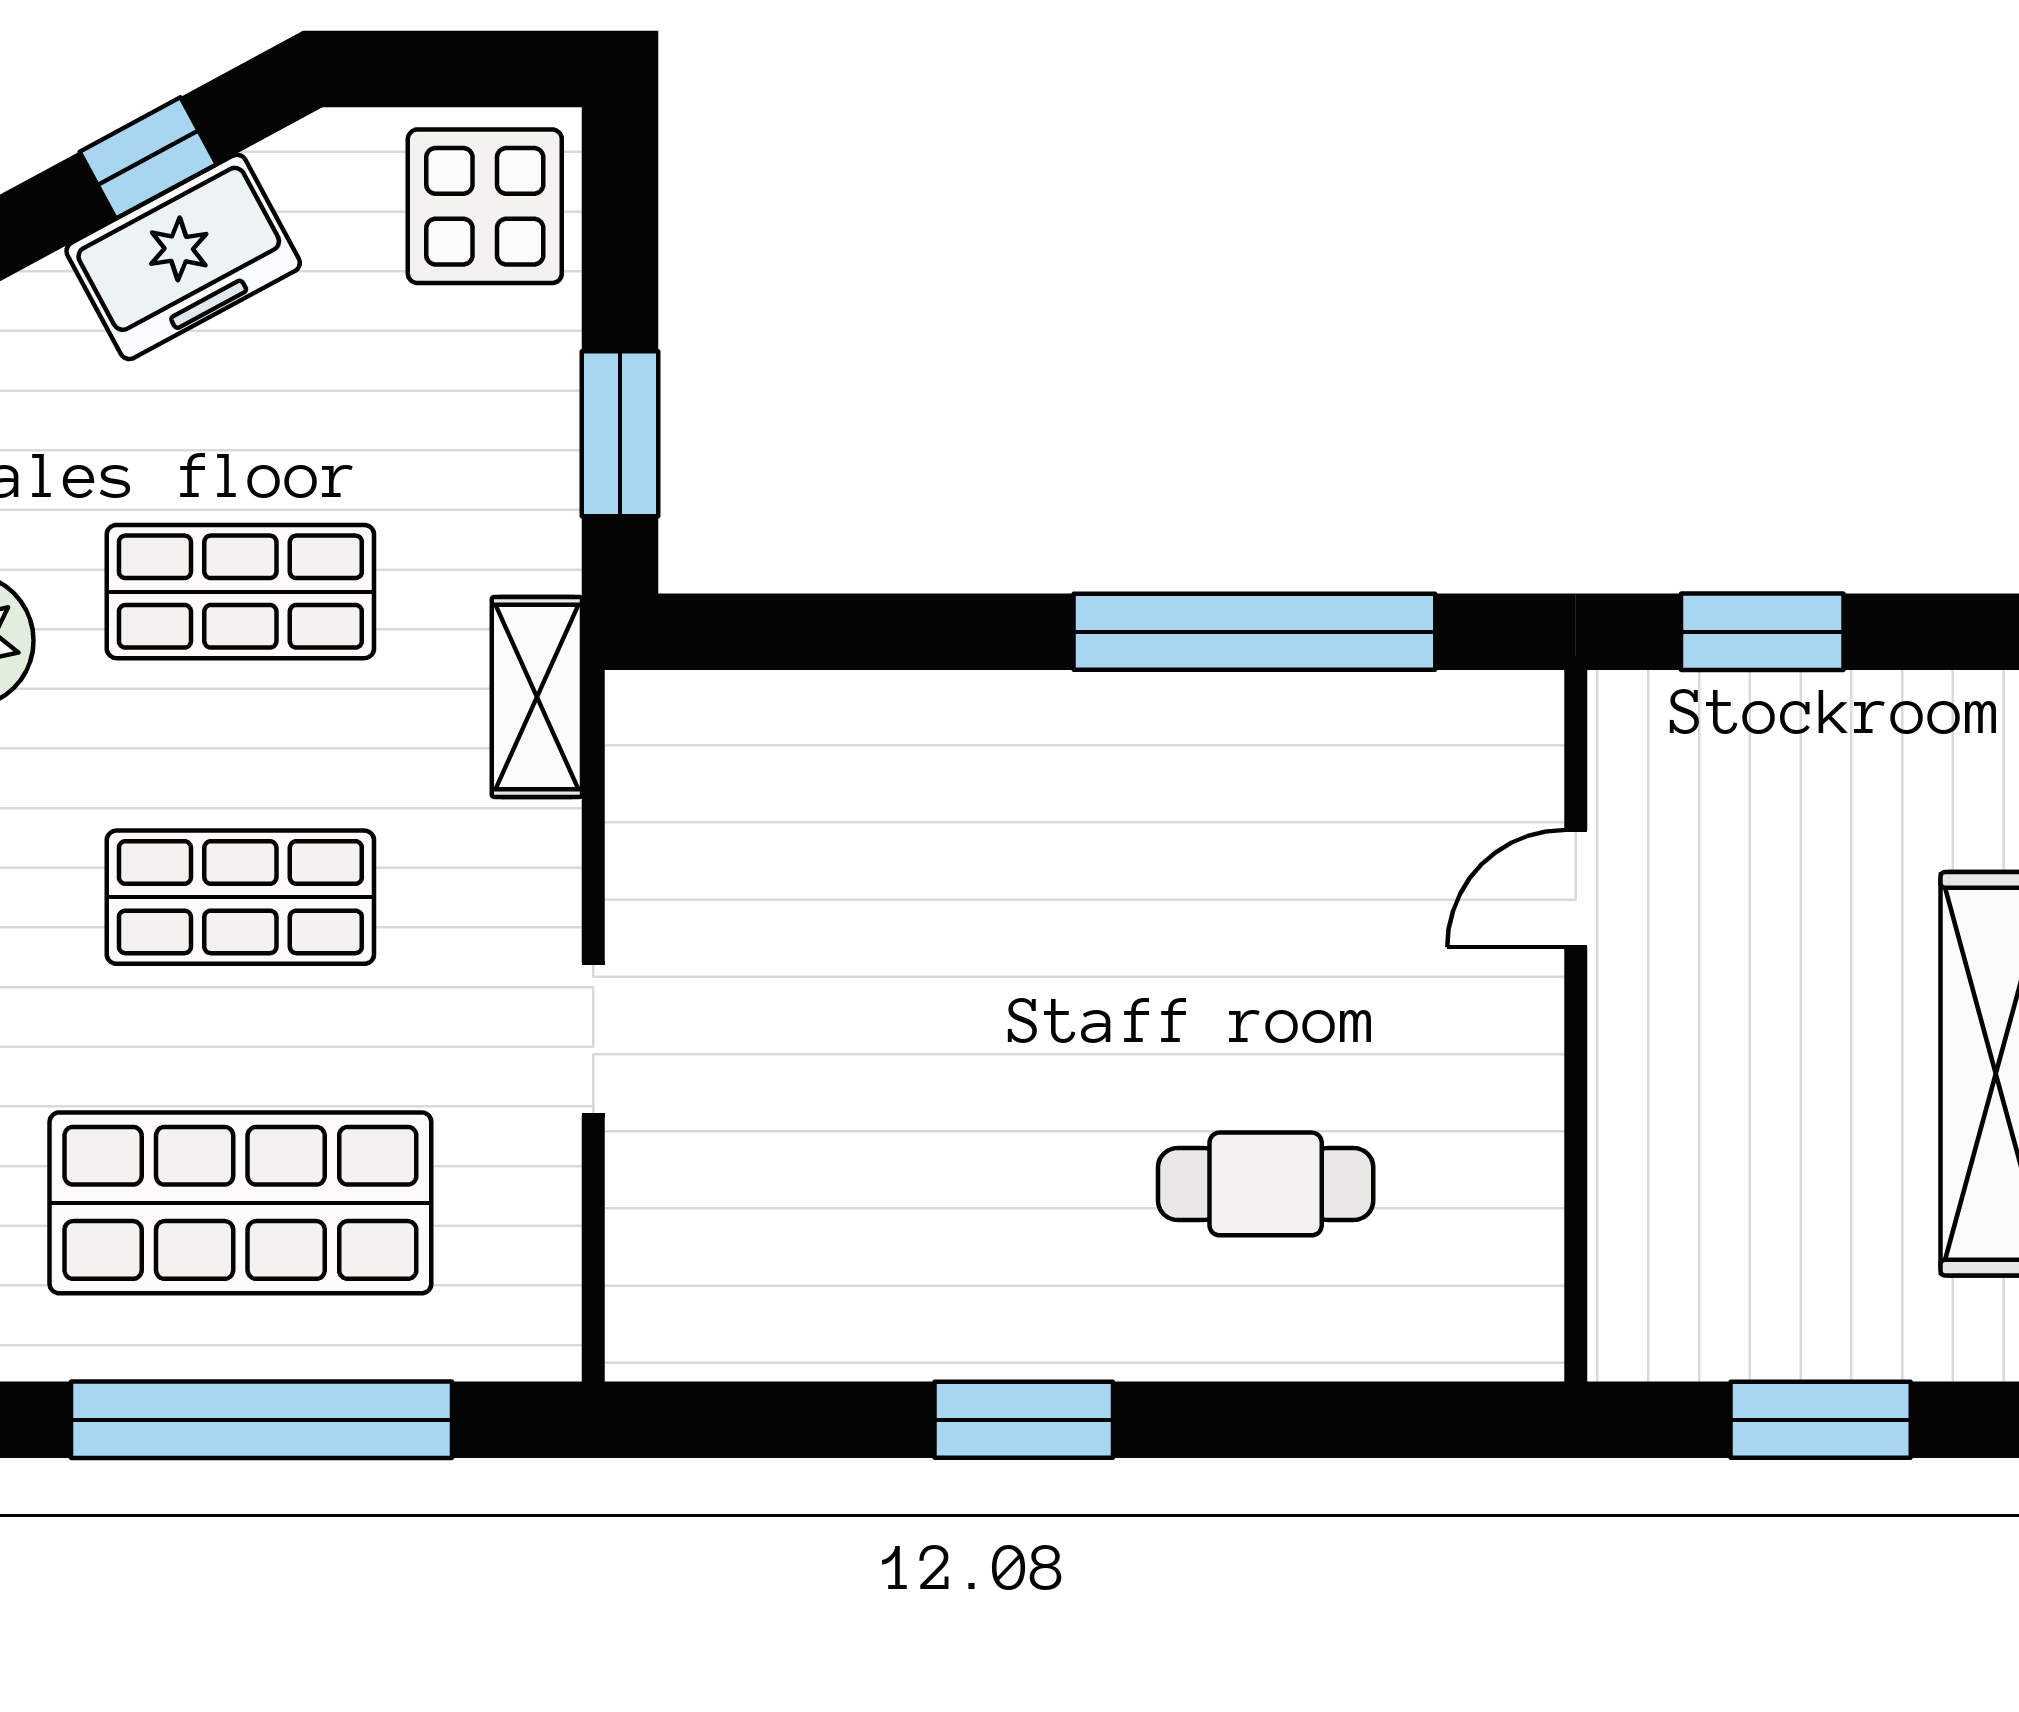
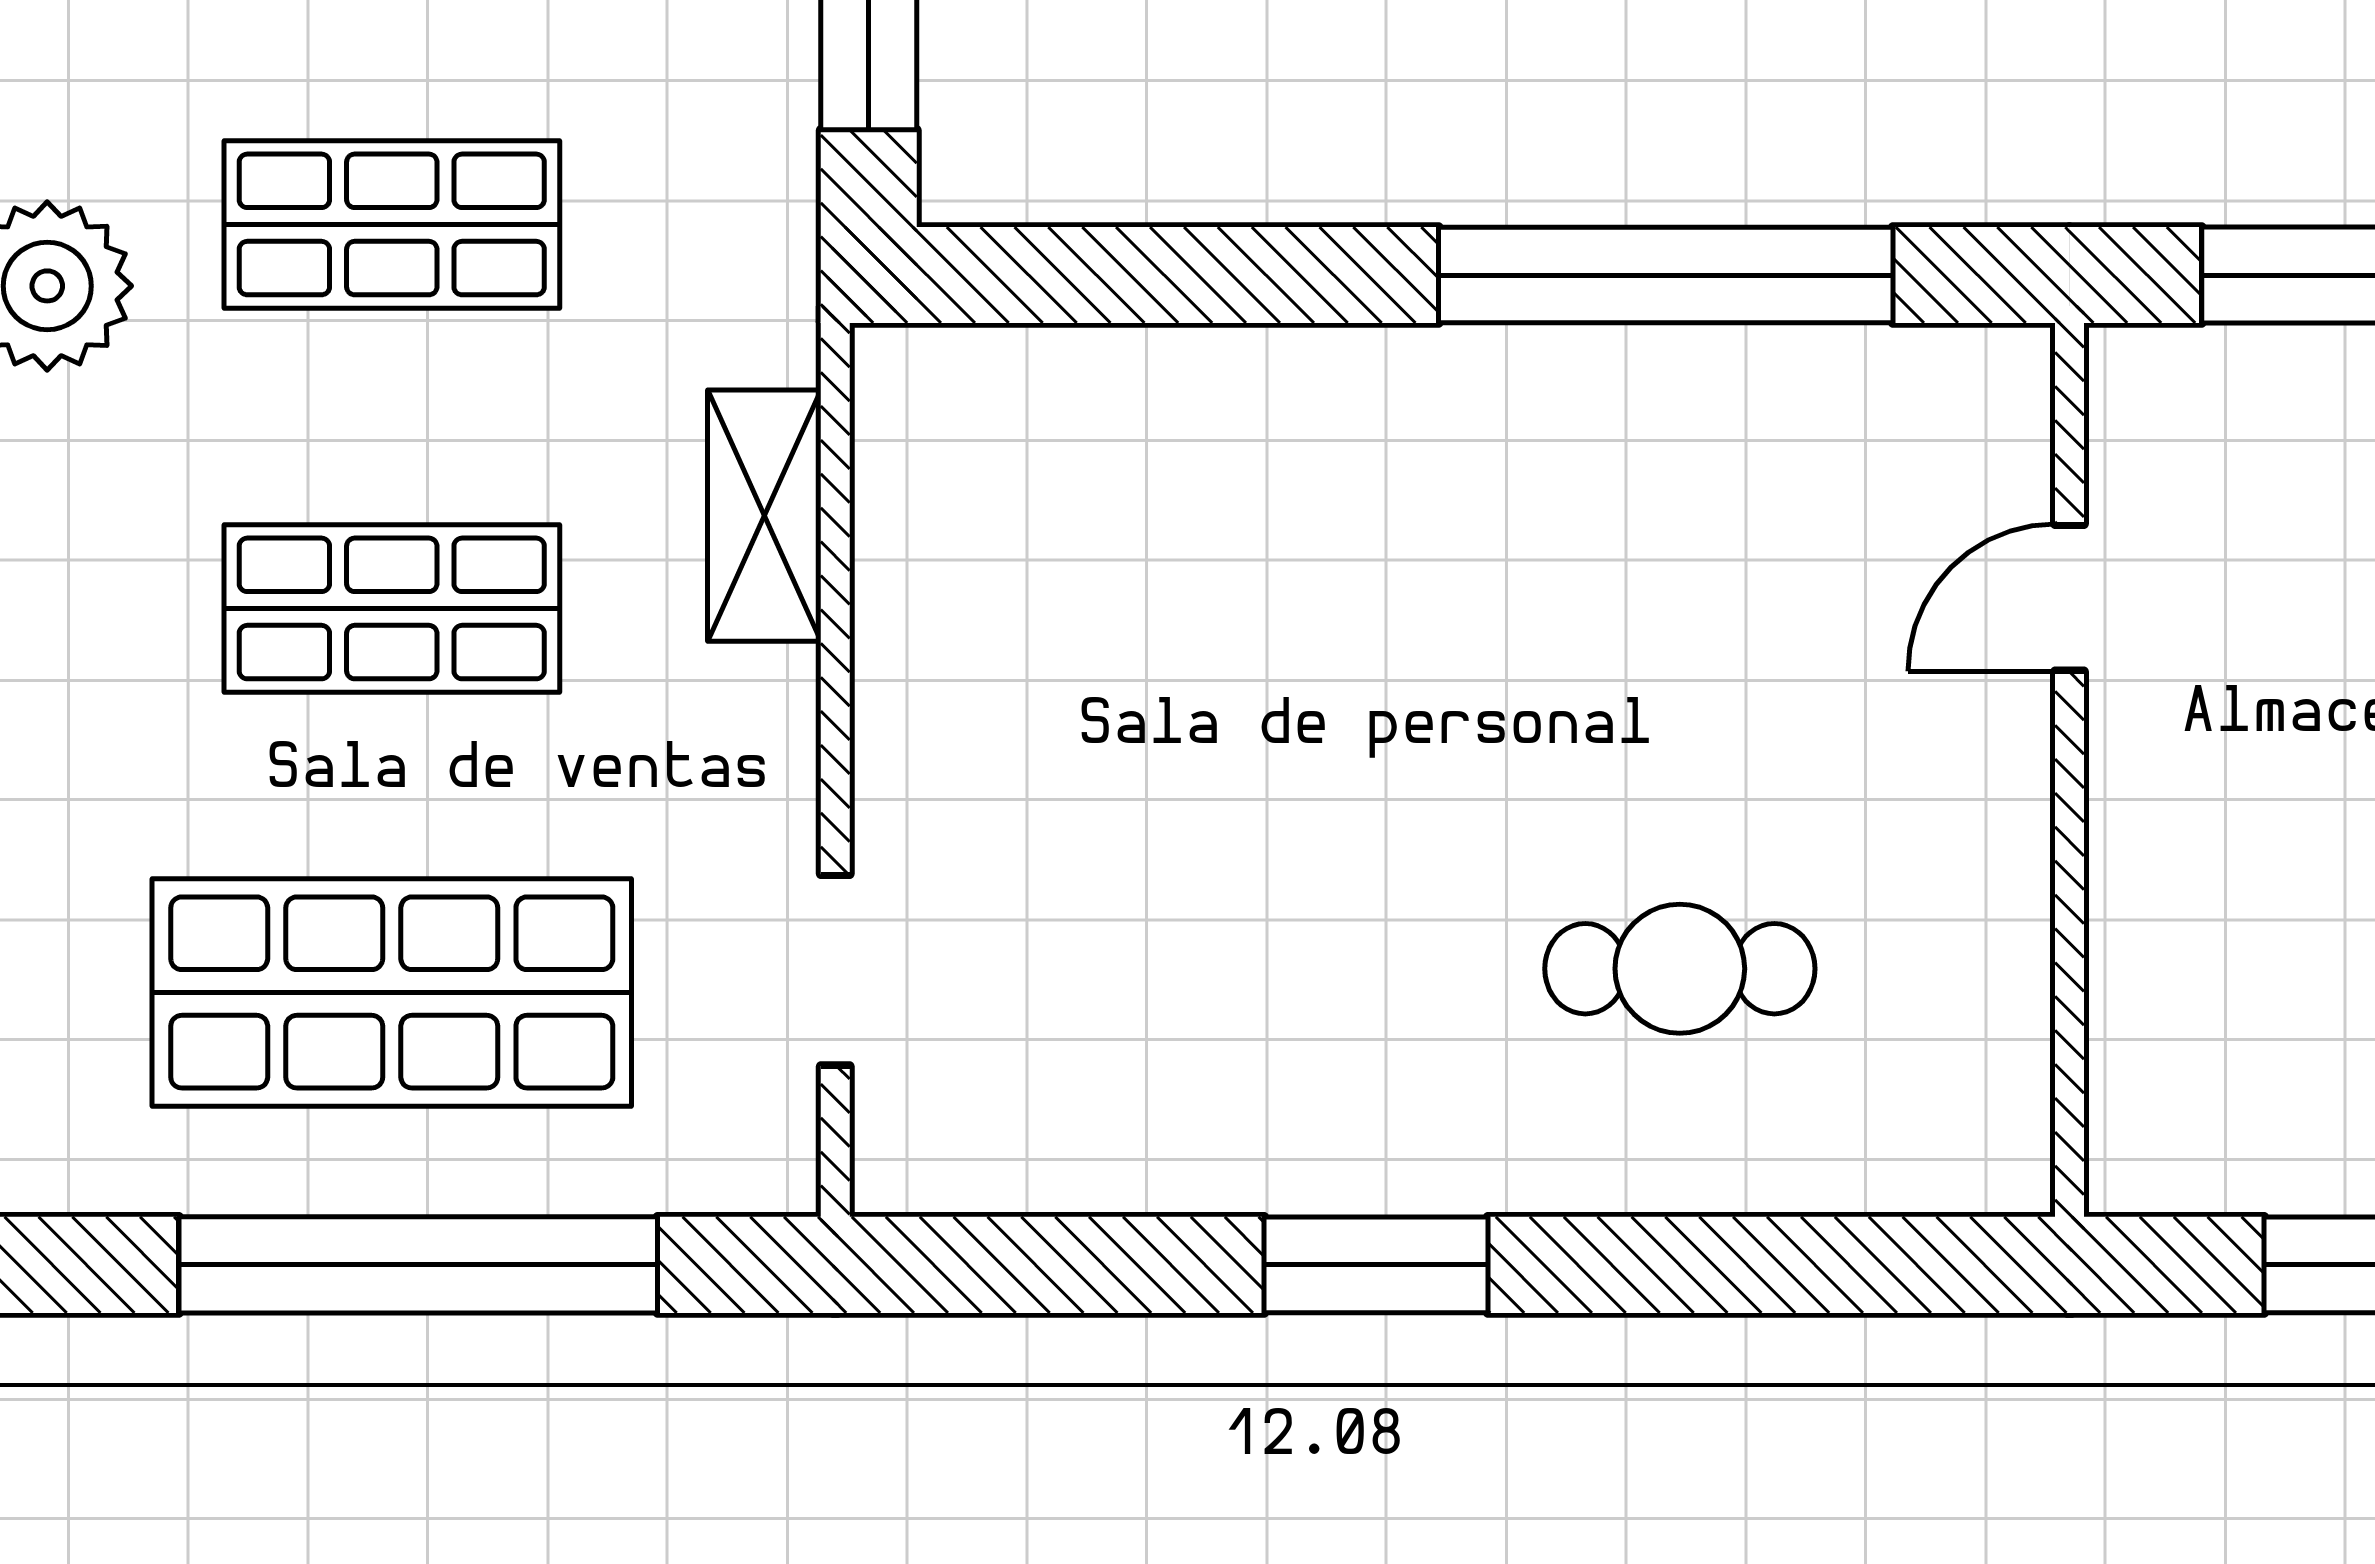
shelving: (537, 697) -> (764, 516), moved
doorway: (593, 1039) -> (835, 970), moved

